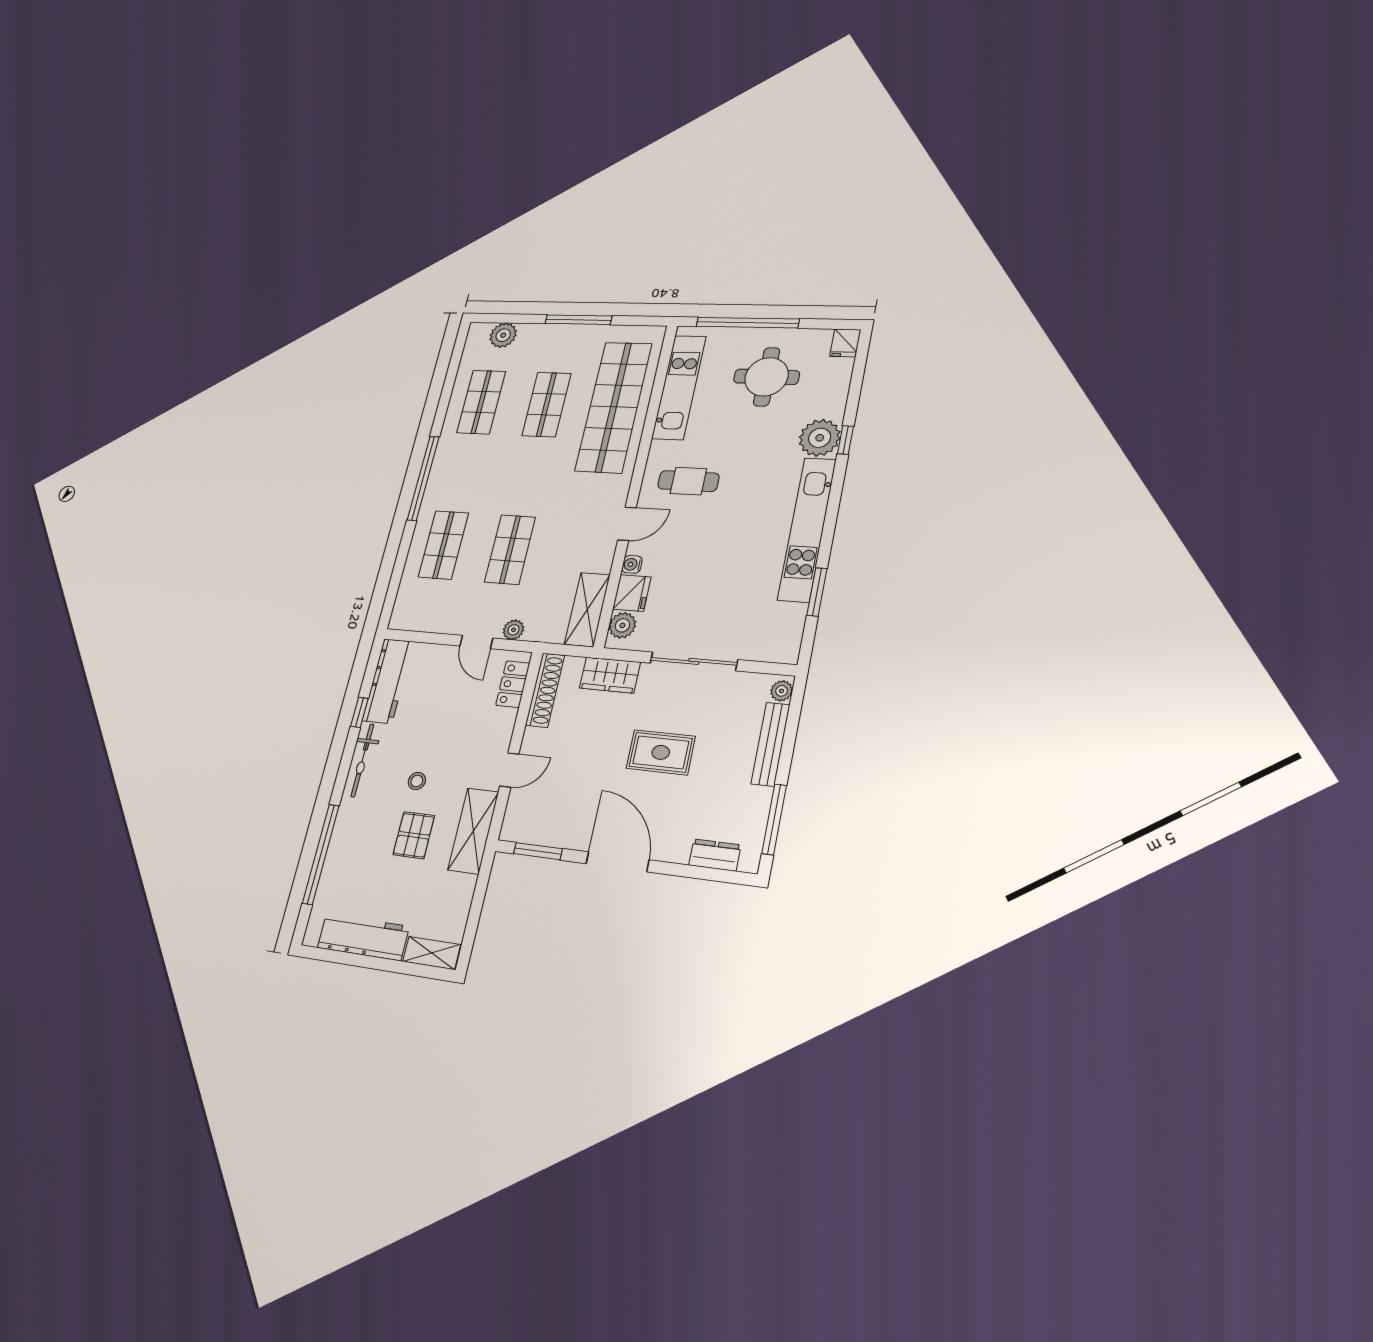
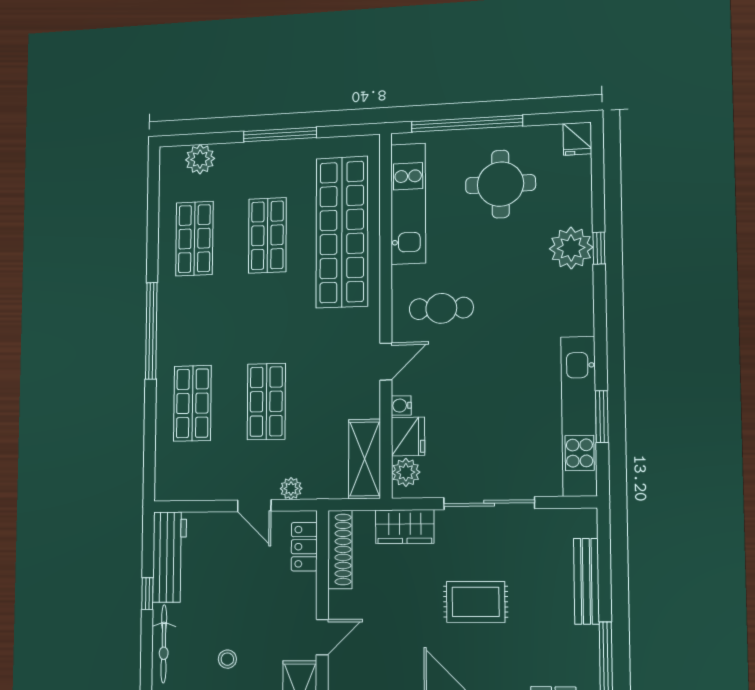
kitchen unit: (807, 529) -> (579, 416), moved
plant: (782, 691) -> (586, 525), removed

